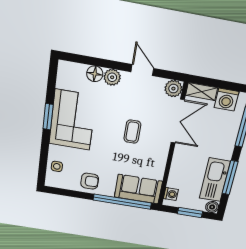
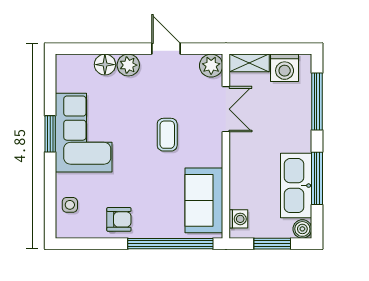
double door: (178, 121) -> (226, 109), width x0.73
sofa: (138, 189) -> (204, 200), moved, turned -90

